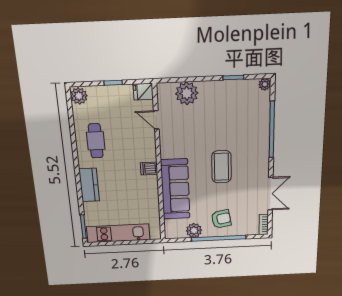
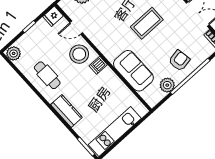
stool: (140, 145) -> (79, 54), added
coffee table: (221, 167) -> (147, 23), turned 90
sofa: (175, 189) -> (133, 71), width x0.73

